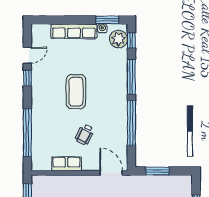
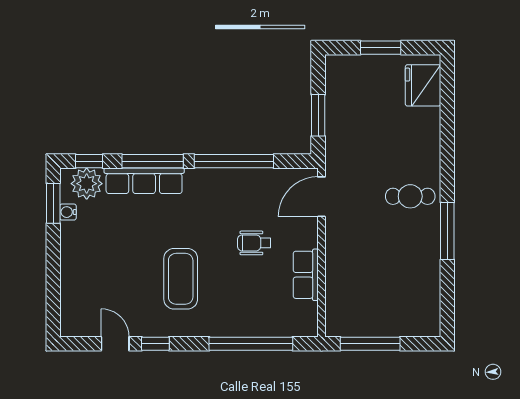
row of seats: (74, 31) -> (144, 181), moved, turned 90
coffee table: (76, 92) -> (181, 279), moved, turned 90
wheelchair: (85, 134) -> (254, 243), turned 153

